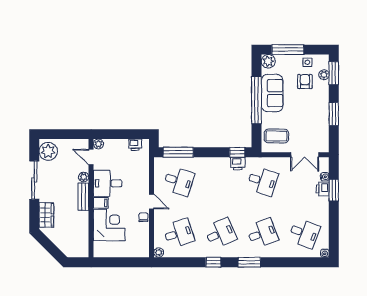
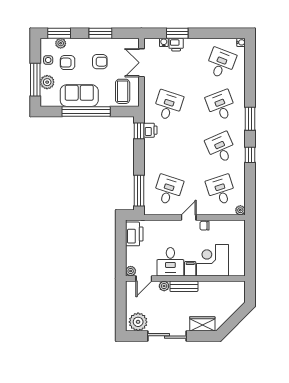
plant: (268, 61) -> (47, 82), moved
armchair: (306, 113) -> (100, 62), added
printer: (135, 145) -> (134, 234), width x1.87, depth x1.48
double door: (305, 155) -> (141, 63), swing flipped

